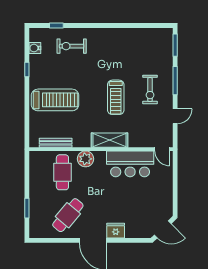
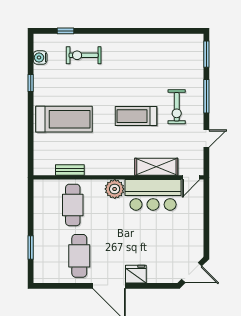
treadmill: (116, 97) -> (136, 116), turned 90
shelving: (109, 140) -> (156, 167), moved
bench: (56, 143) -> (70, 170), width x0.73
door: (162, 149) -> (191, 177), hinge flipped
plant: (86, 159) -> (115, 189), moved
cafe table: (68, 215) -> (79, 256), turned -40

